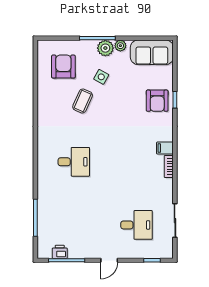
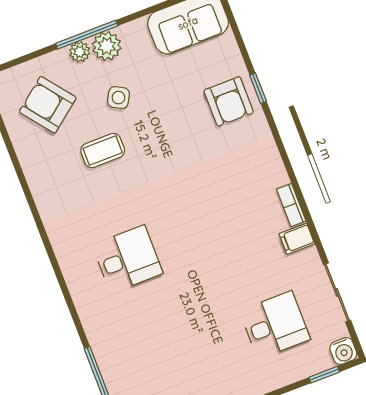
plant: (120, 46) -> (80, 52), moved
armchair: (63, 67) -> (48, 105), turned -38
coffee table: (83, 101) -> (103, 151), turned 66
filing cabinet: (165, 148) -> (297, 239), moved
water cooler: (167, 252) -> (343, 351), added

